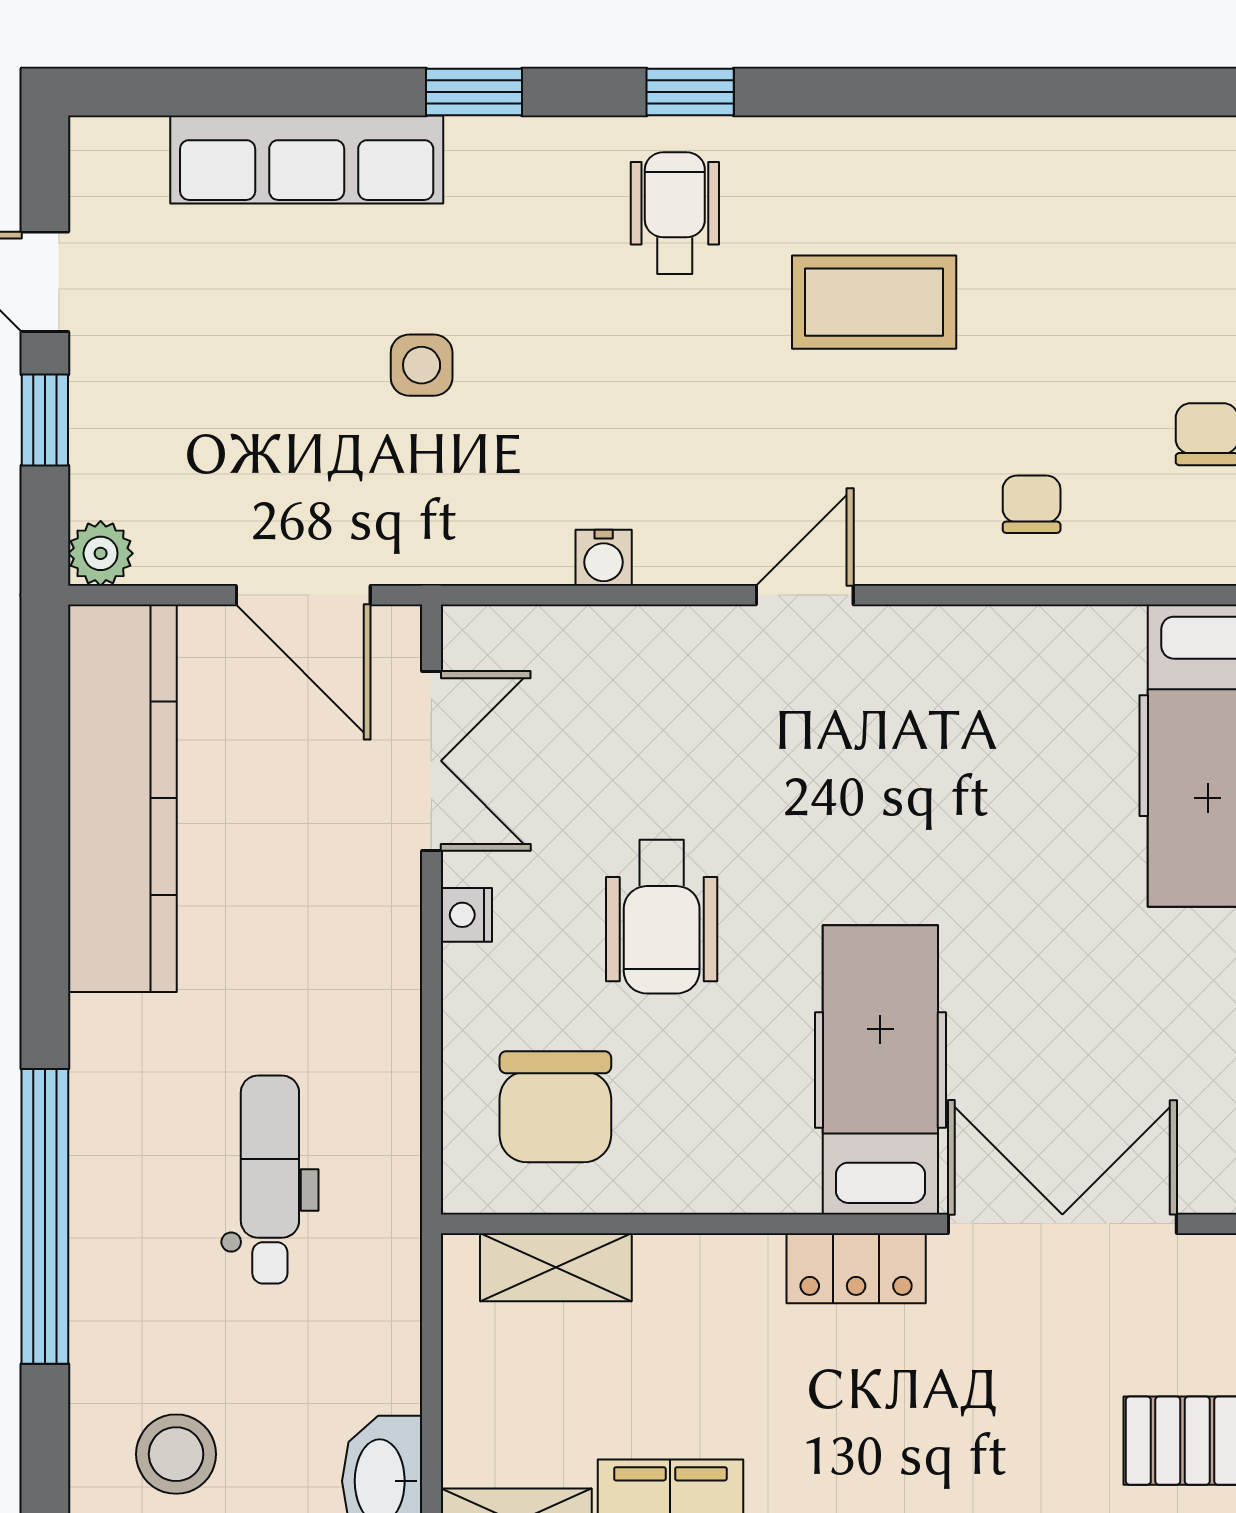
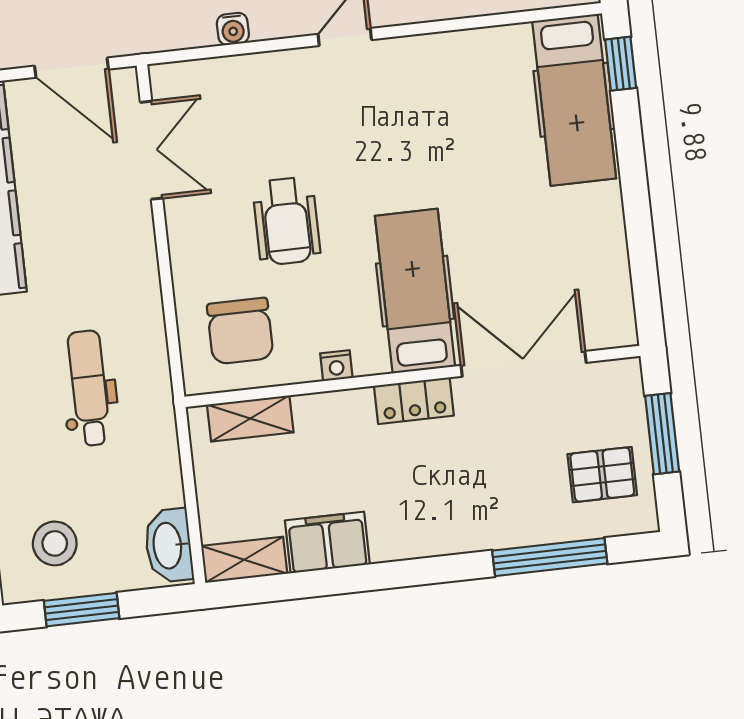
nightstand: (466, 915) -> (336, 366), moved, turned -90

